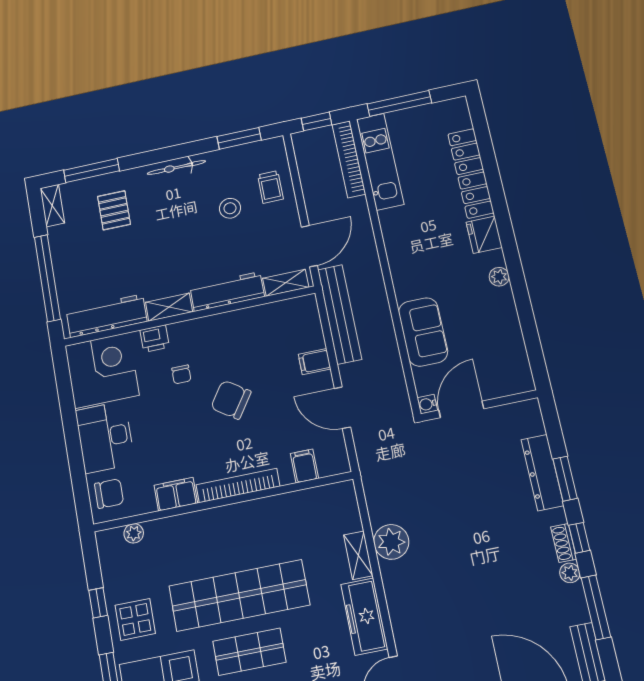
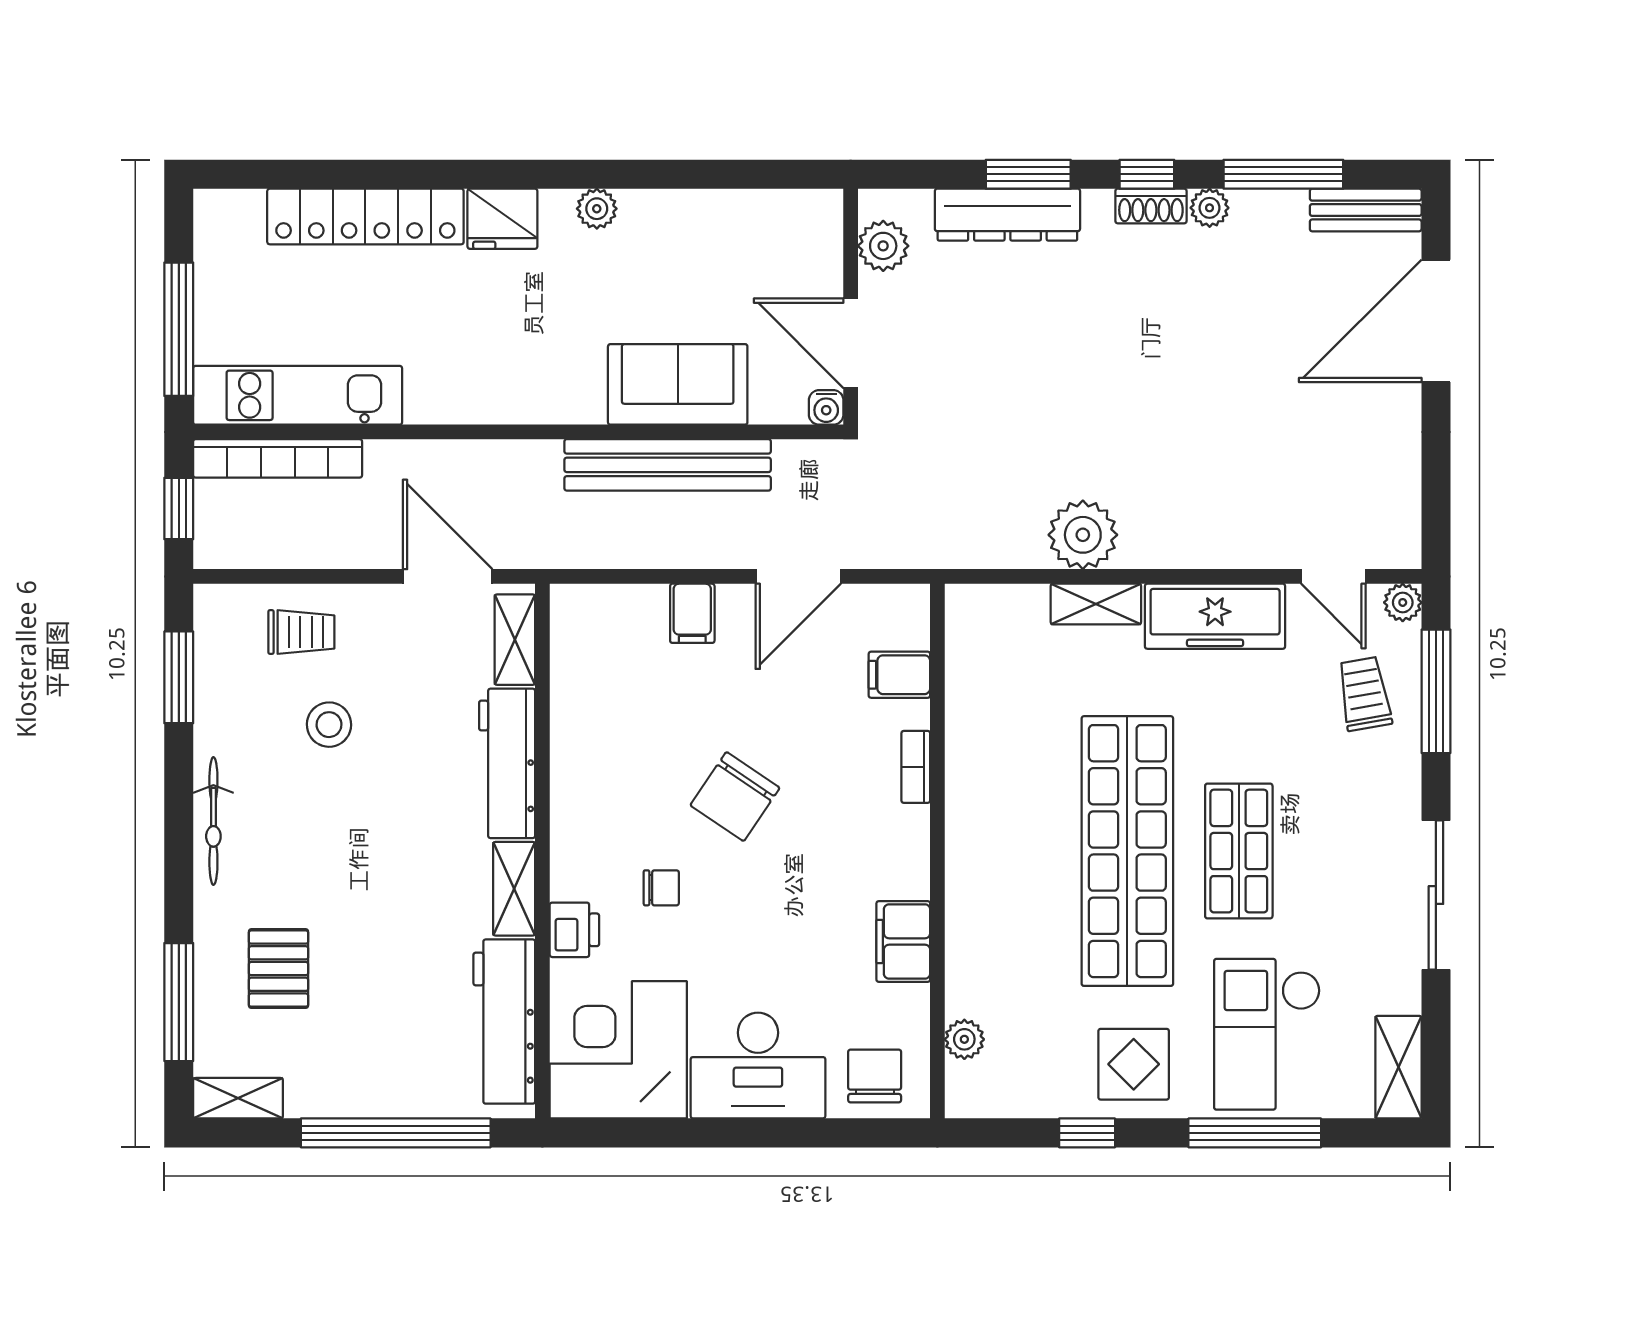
pallet: (114, 210) -> (279, 969), turned 90
bench: (340, 314) -> (668, 465), moved
plant: (513, 415) -> (883, 246), added
bookcase: (238, 485) -> (916, 767), width x0.43, depth x0.76

